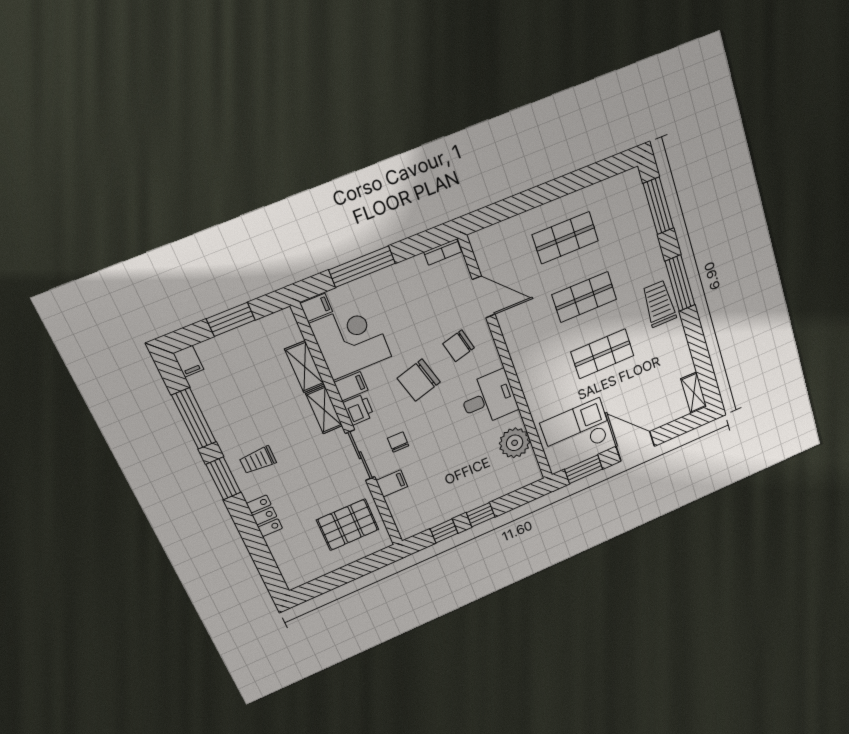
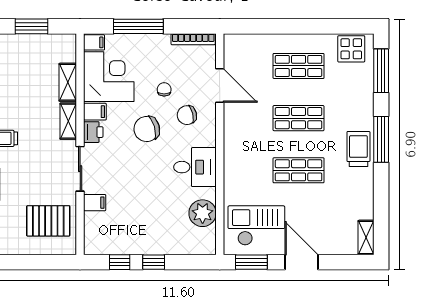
display table: (618, 194) -> (351, 49), added
bookcase: (443, 252) -> (193, 39), width x1.56
chair: (398, 442) -> (164, 89), moved

